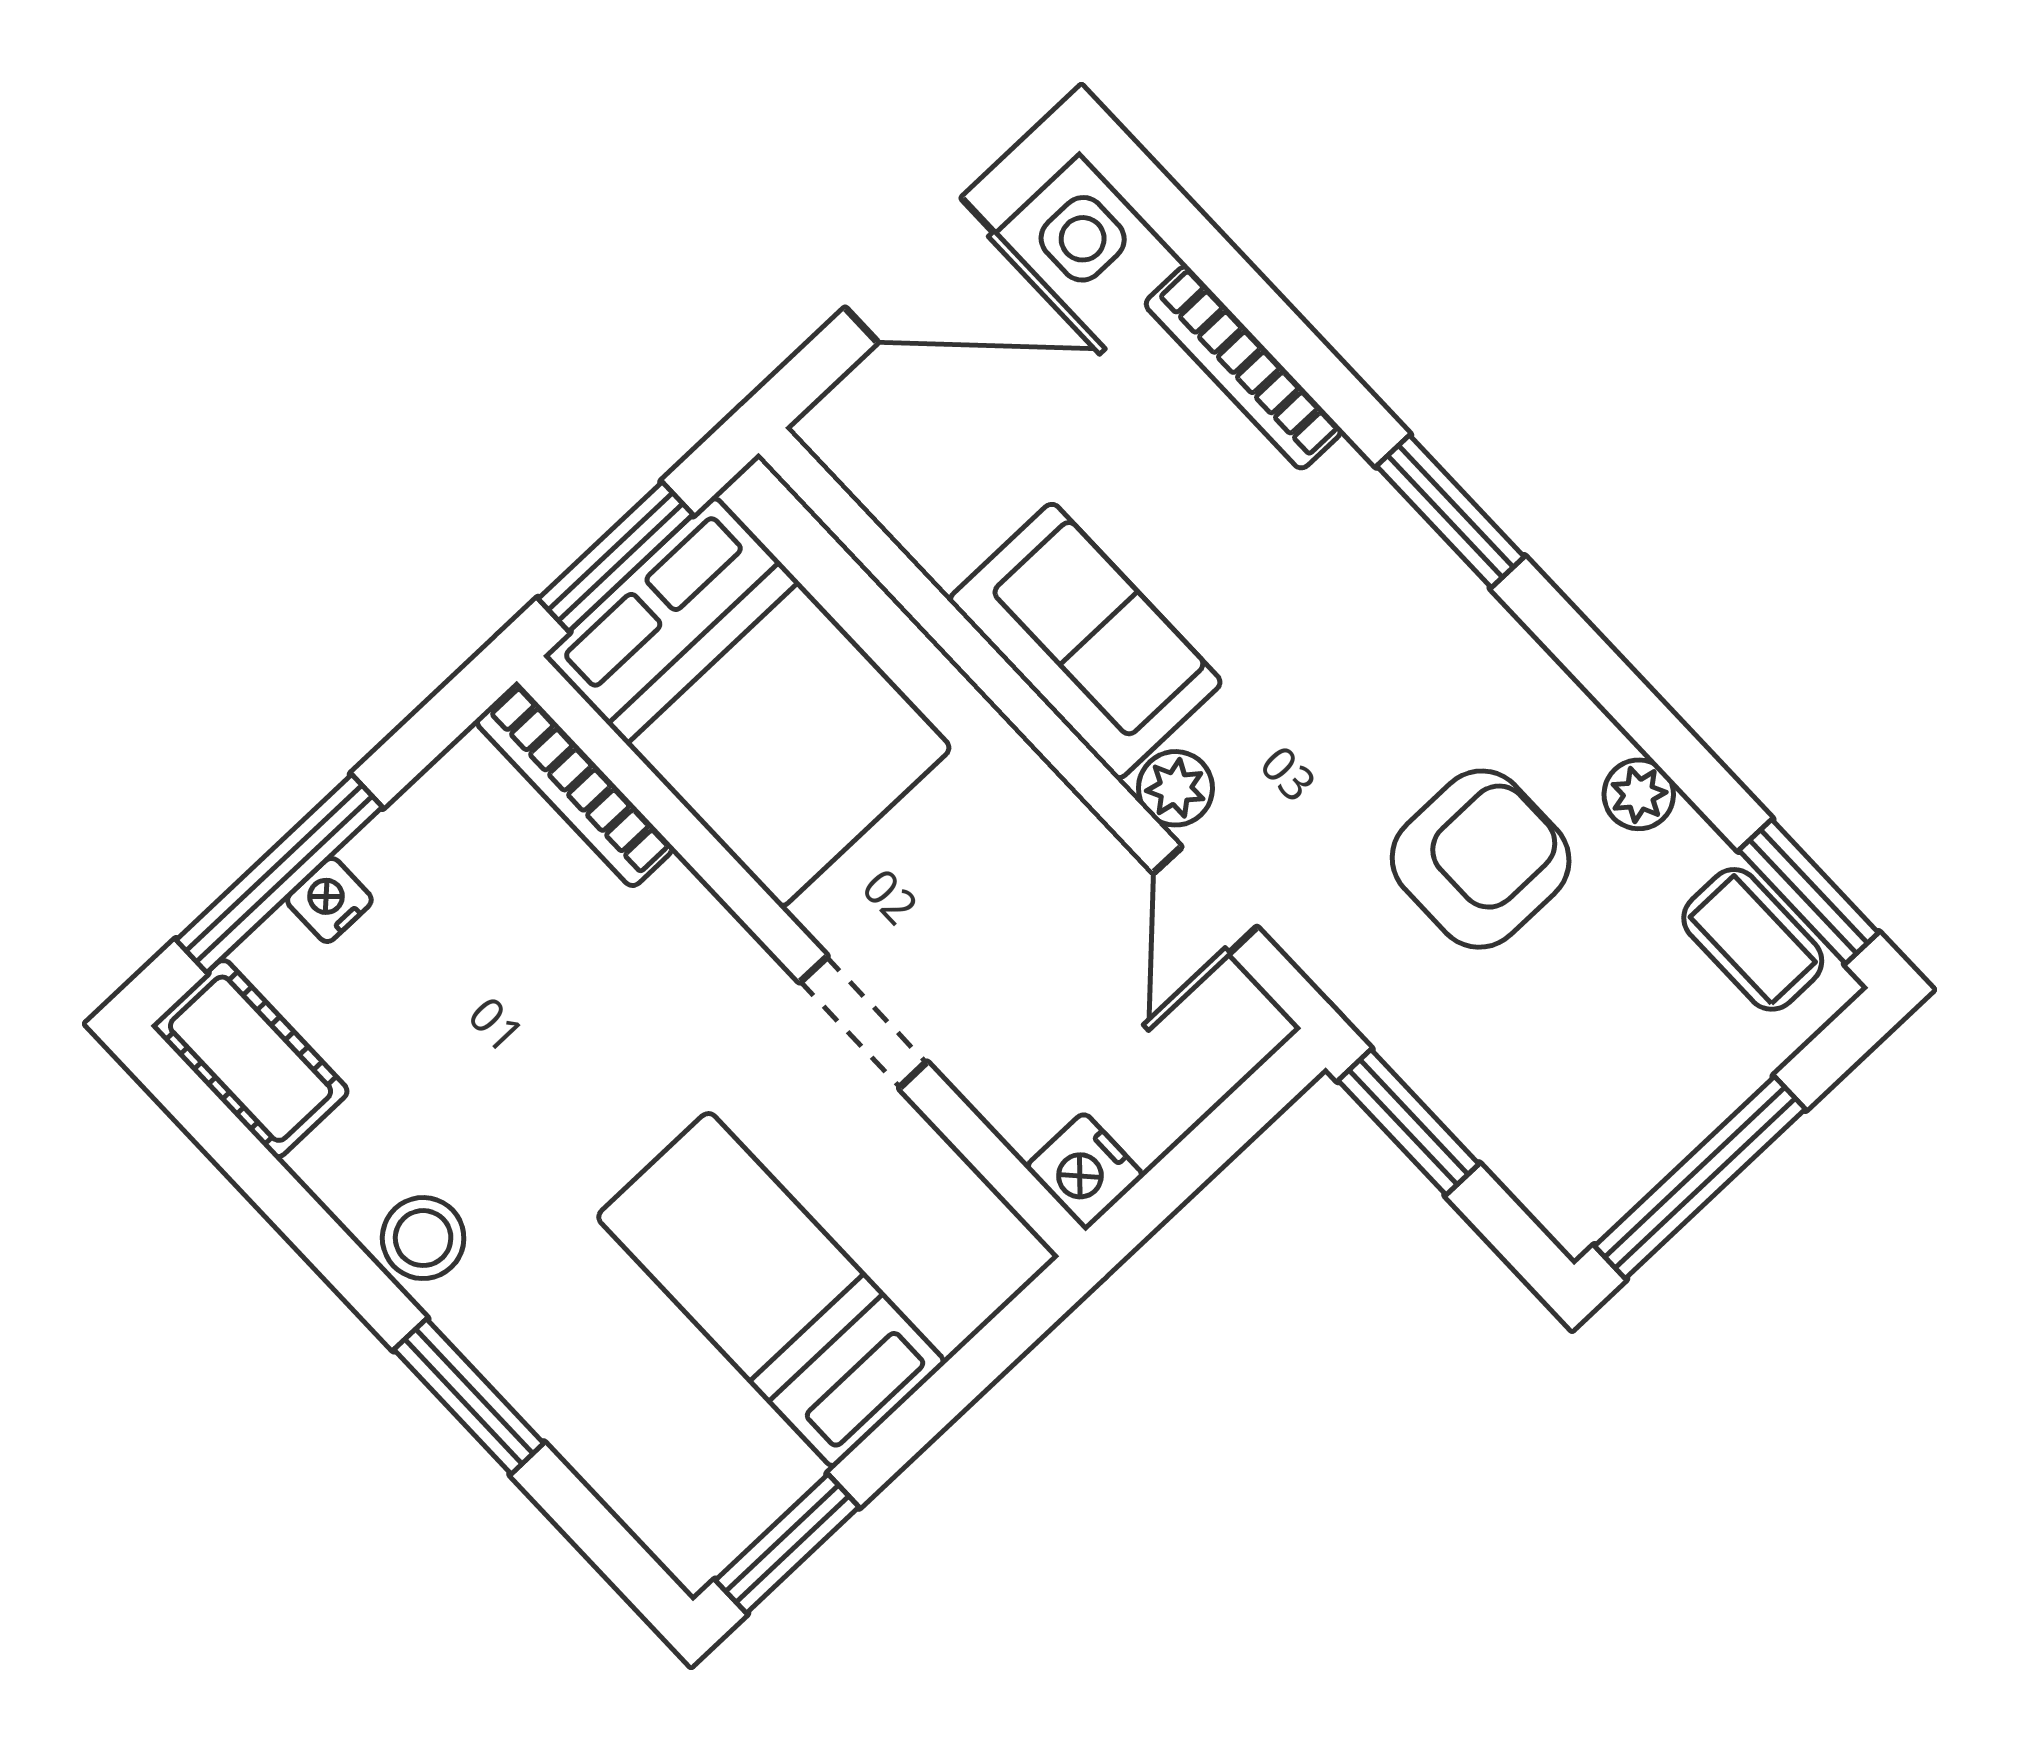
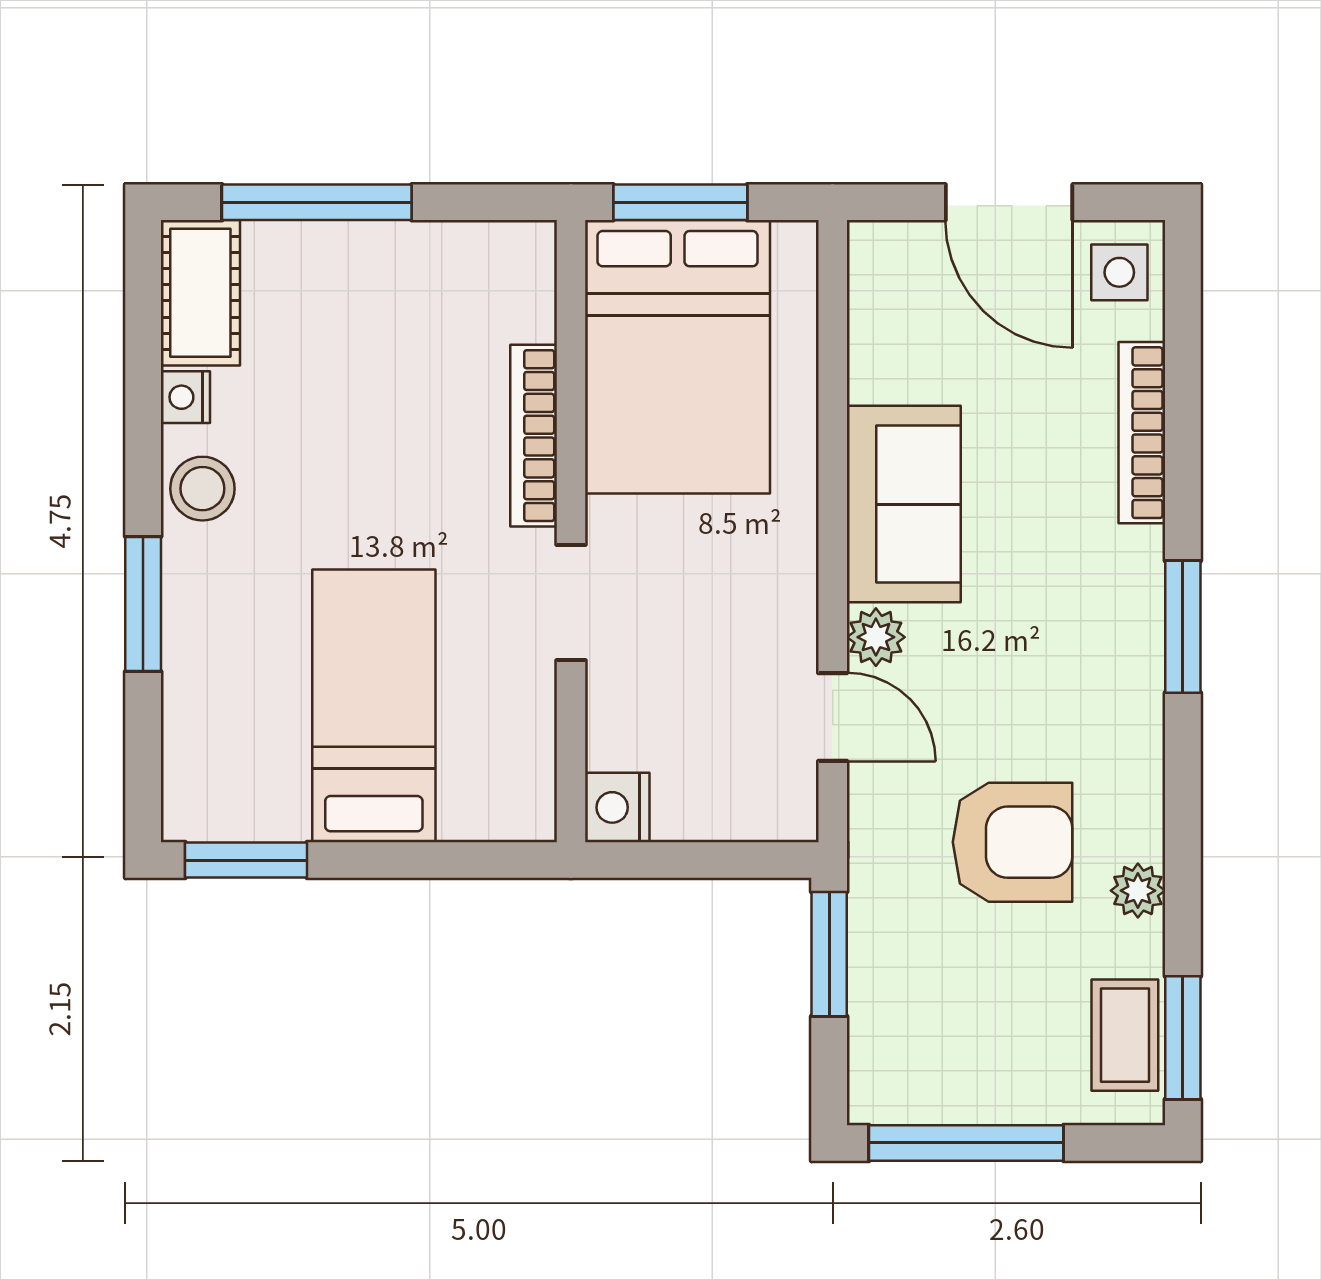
bookcase: (574, 785) -> (534, 436), moved
nightstand: (329, 900) -> (185, 397), moved, turned -90
door: (1205, 900) -> (833, 717), swing flipped

